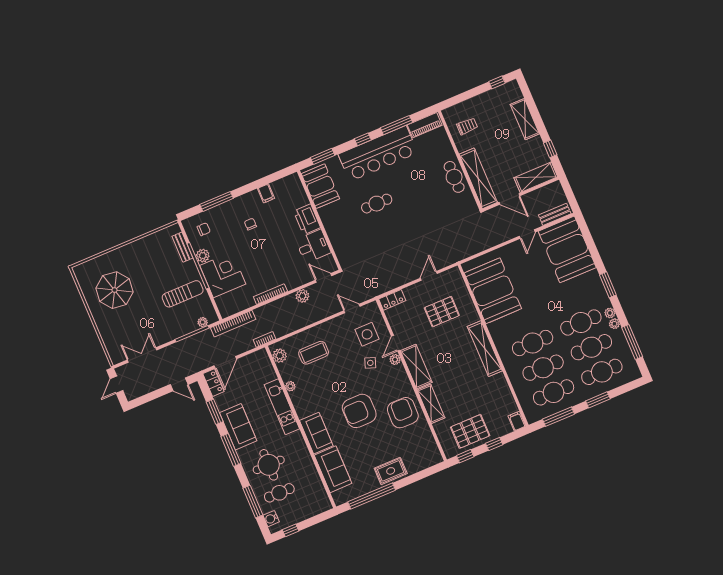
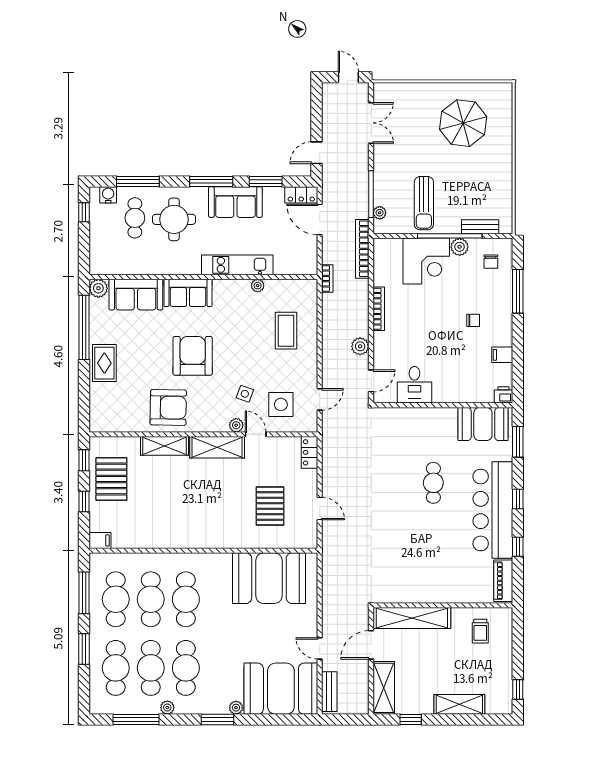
window: (396, 125) -> (518, 547), width x0.46
cafe table: (454, 177) -> (426, 590), removed
printer: (307, 219) -> (504, 395), moved, width x0.53, depth x0.68
plant: (610, 313) -> (236, 708), moved
shelving: (485, 349) -> (204, 539), removed
plant: (280, 356) -> (98, 288), moved

